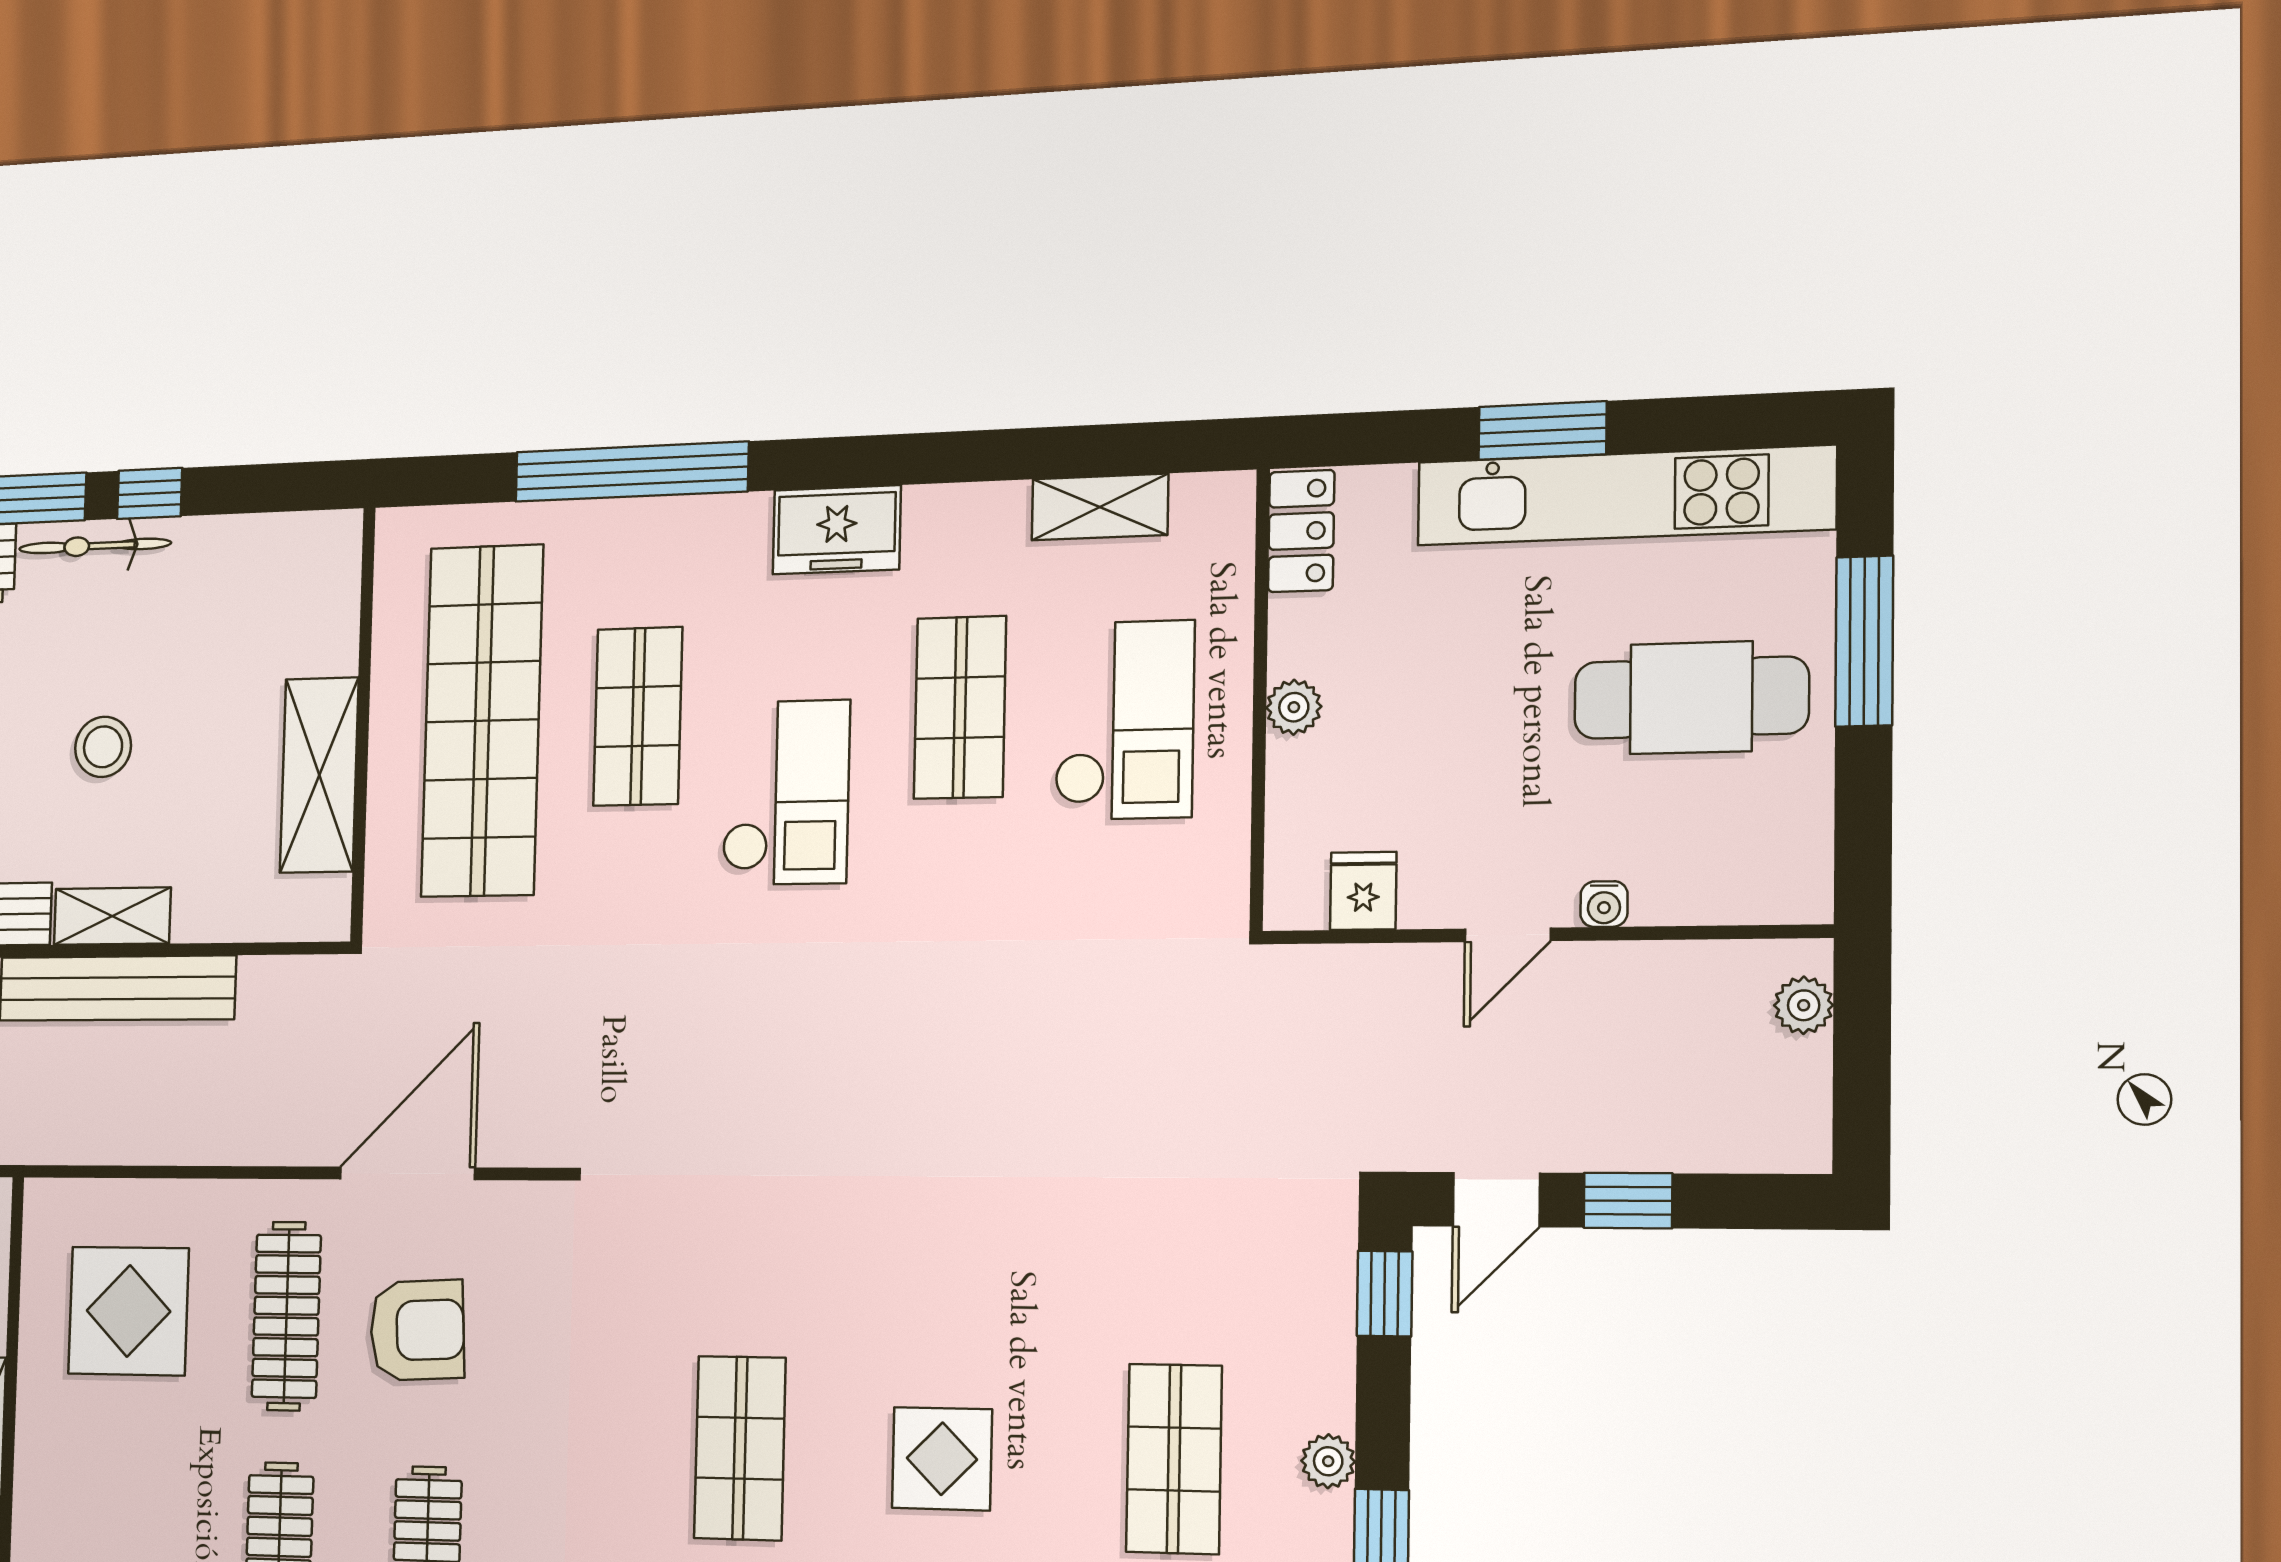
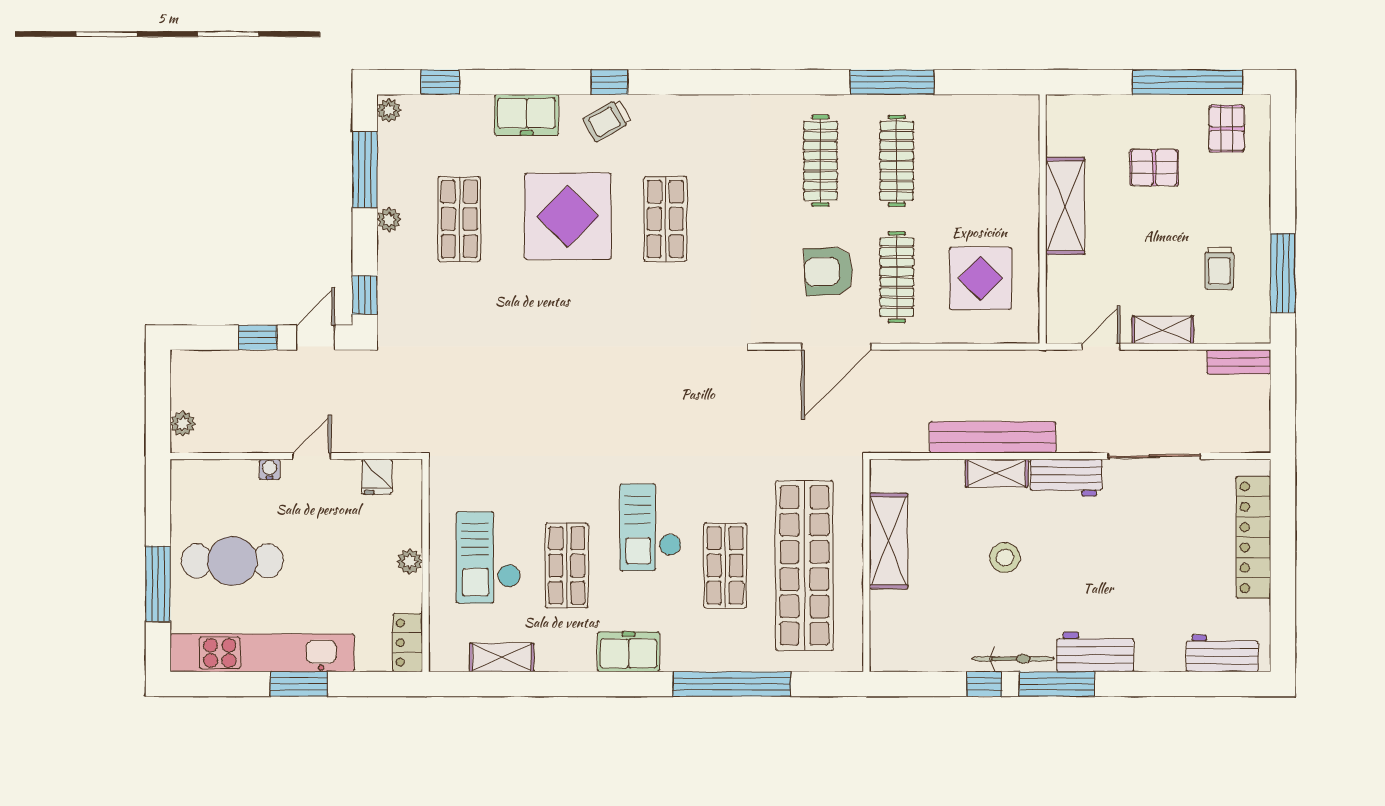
display table: (942, 1459) -> (568, 216), width x1.86, depth x1.86

